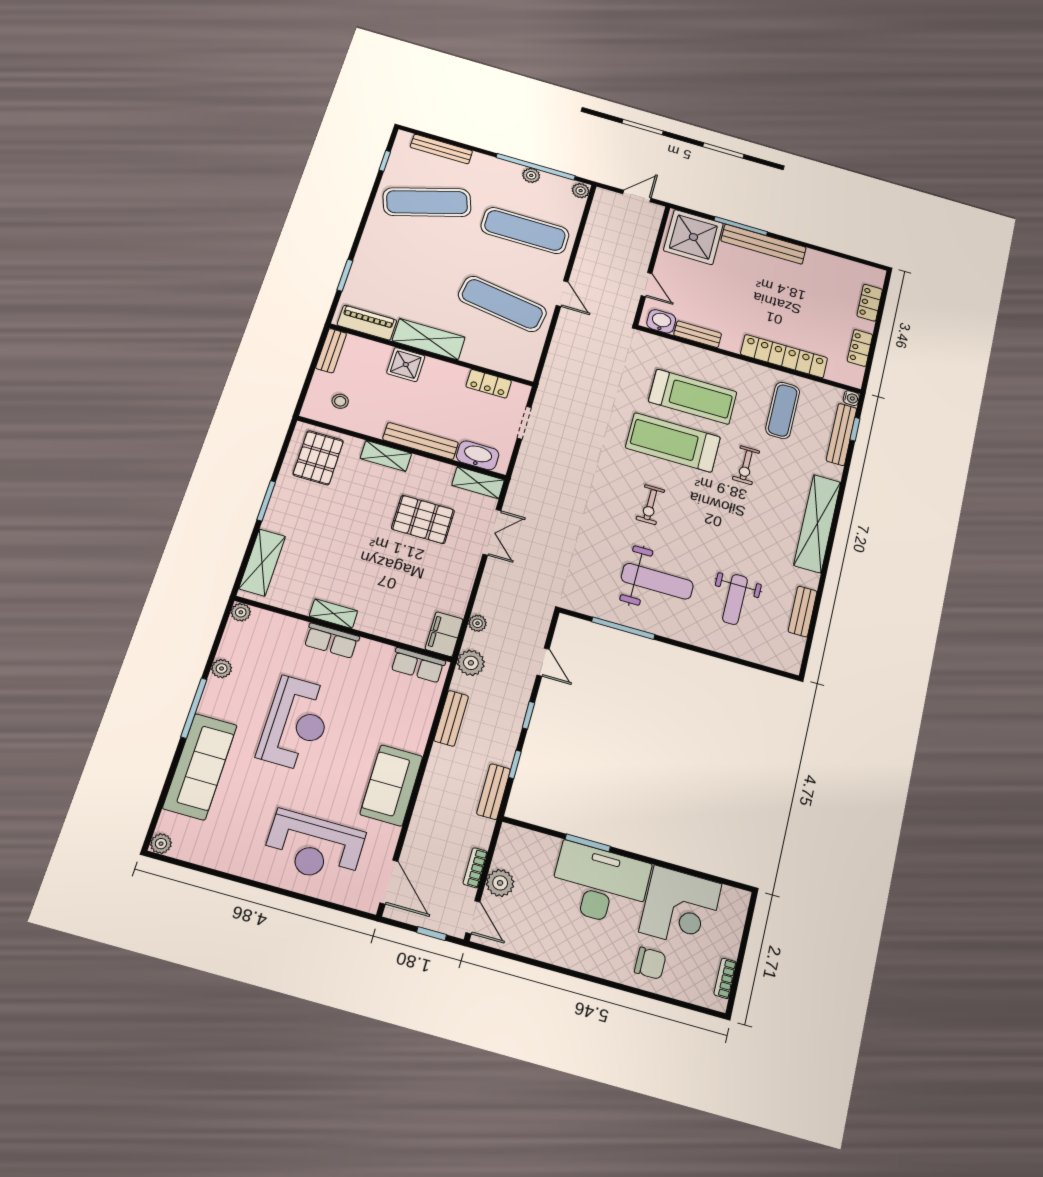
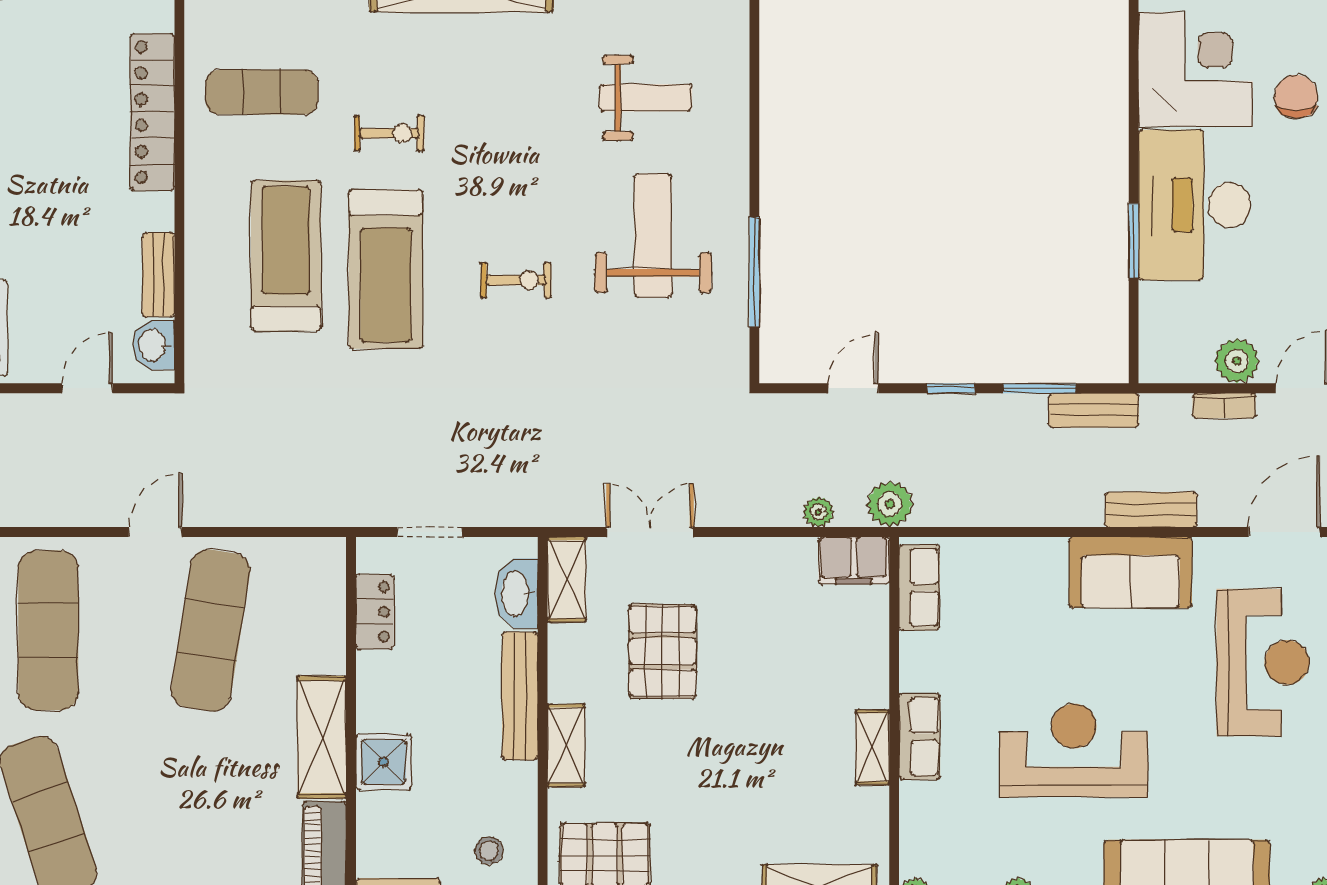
bench: (451, 718) -> (1151, 510), moved
window: (515, 764) -> (1039, 388), width x1.50

